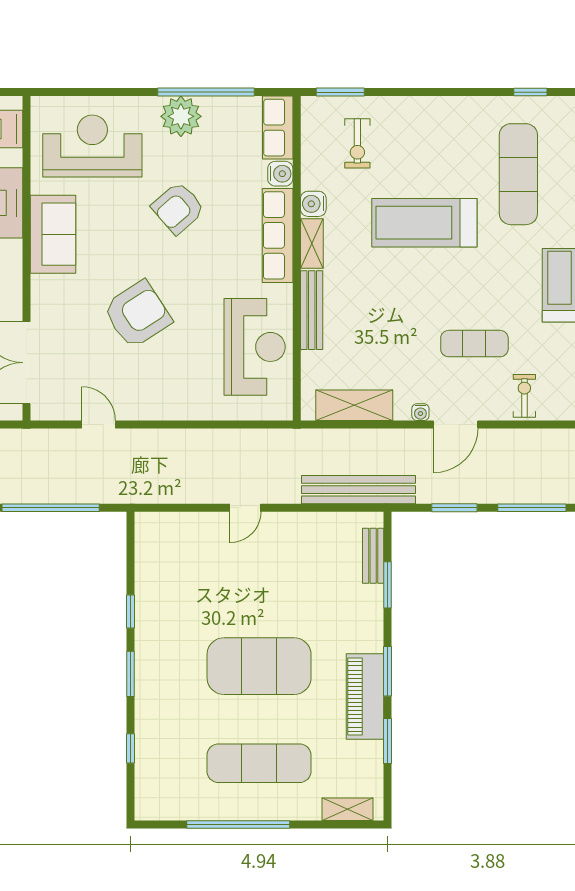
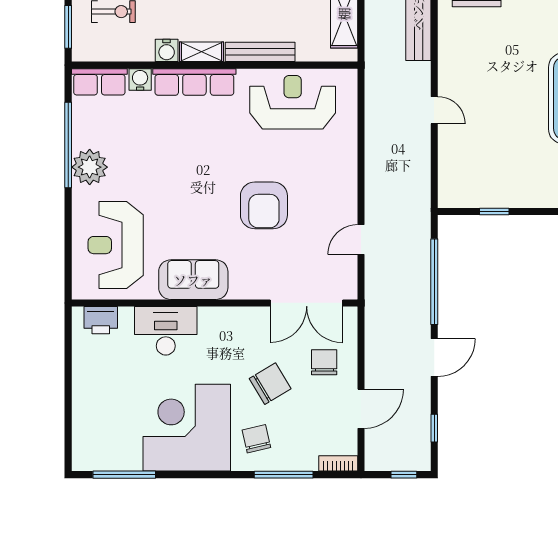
armchair: (178, 208) -> (170, 170), removed
armchair: (137, 314) -> (264, 205), turned -147
window: (130, 611) -> (494, 211), moved

